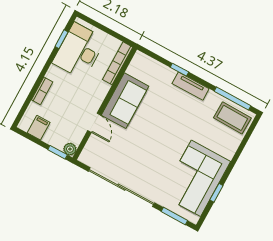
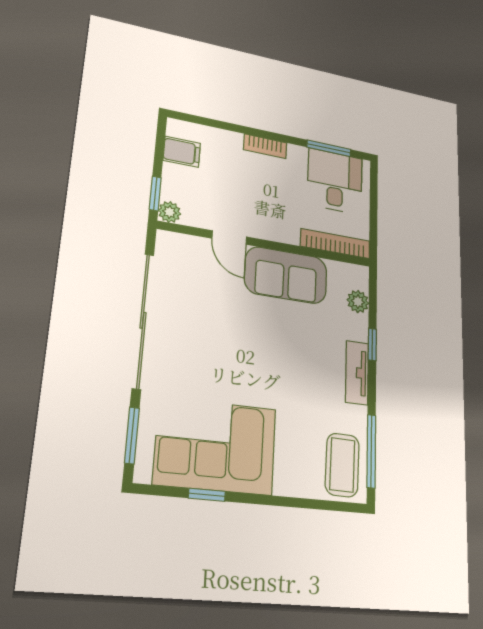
window: (62, 39) -> (329, 148), width x1.50
desk: (79, 51) -> (335, 181), width x0.73
plant: (154, 66) -> (358, 302), added
bookcase: (42, 91) -> (265, 146), moved
door: (94, 123) -> (229, 238), hinge flipped

